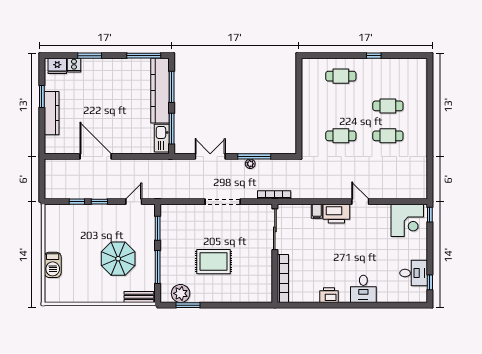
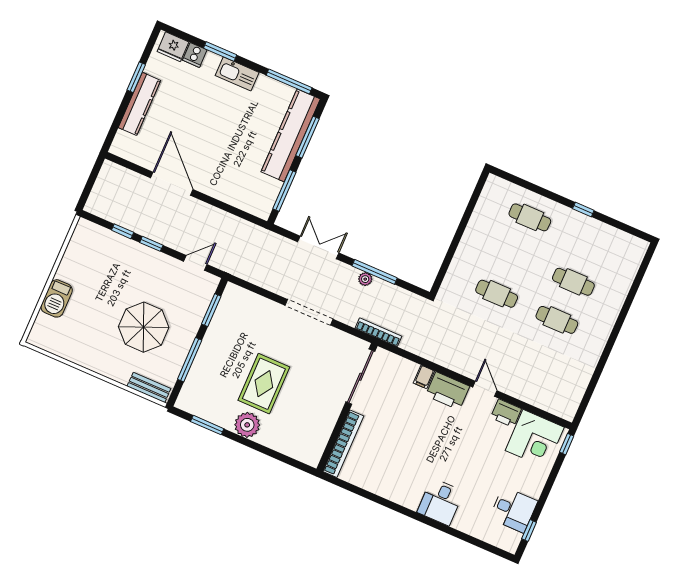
kitchen sink: (162, 138) -> (237, 74), moved, turned -90
rug: (213, 262) -> (264, 384), turned 90
plant: (181, 293) -> (247, 425), moved
printer: (329, 295) -> (506, 413), moved, turned 180

